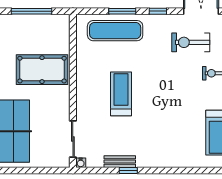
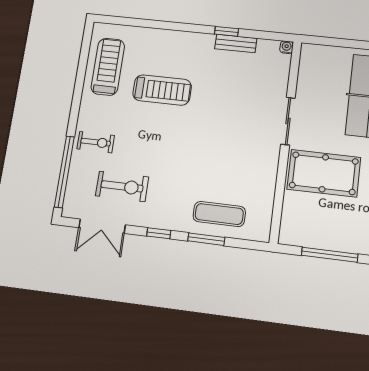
exercise mat: (115, 31) -> (219, 214), width x0.73, depth x0.69
treadmill: (121, 94) -> (162, 90), moved, turned -90
sliding door: (73, 139) -> (288, 121), moved

